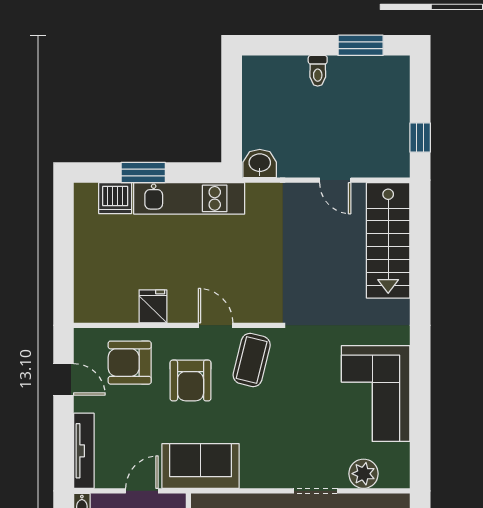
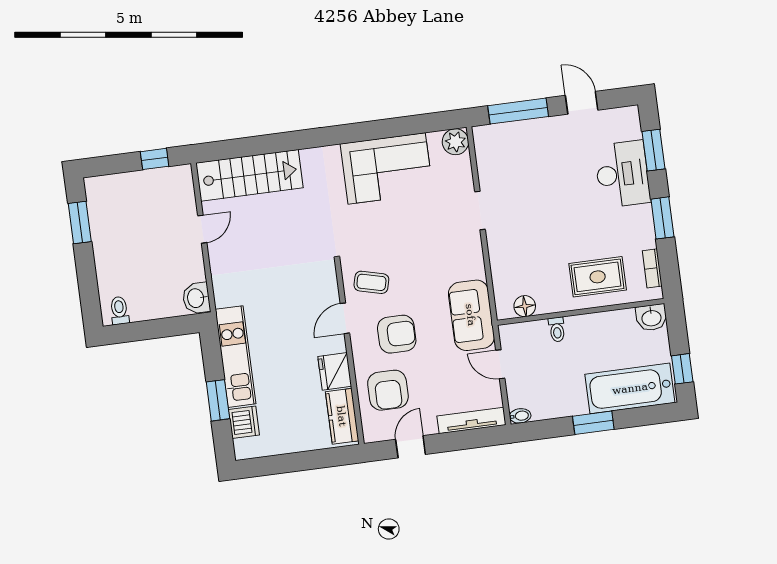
toilet: (318, 71) -> (119, 310), moved, turned -90
fridge: (153, 306) -> (335, 371), width x1.38
kitchen counter: (107, 308) -> (342, 416), added
coffee table: (252, 360) -> (371, 282), width x0.73, depth x0.77
plant: (364, 474) -> (455, 142), moved

